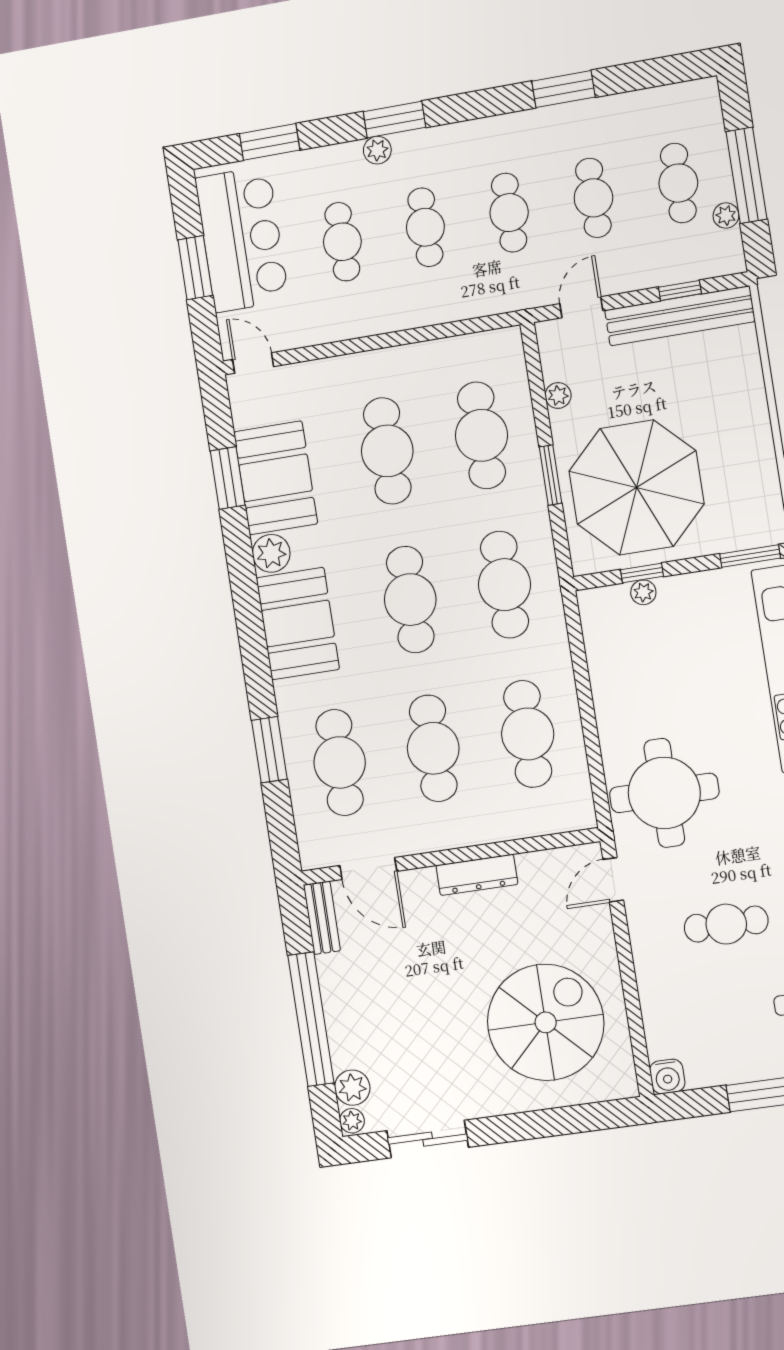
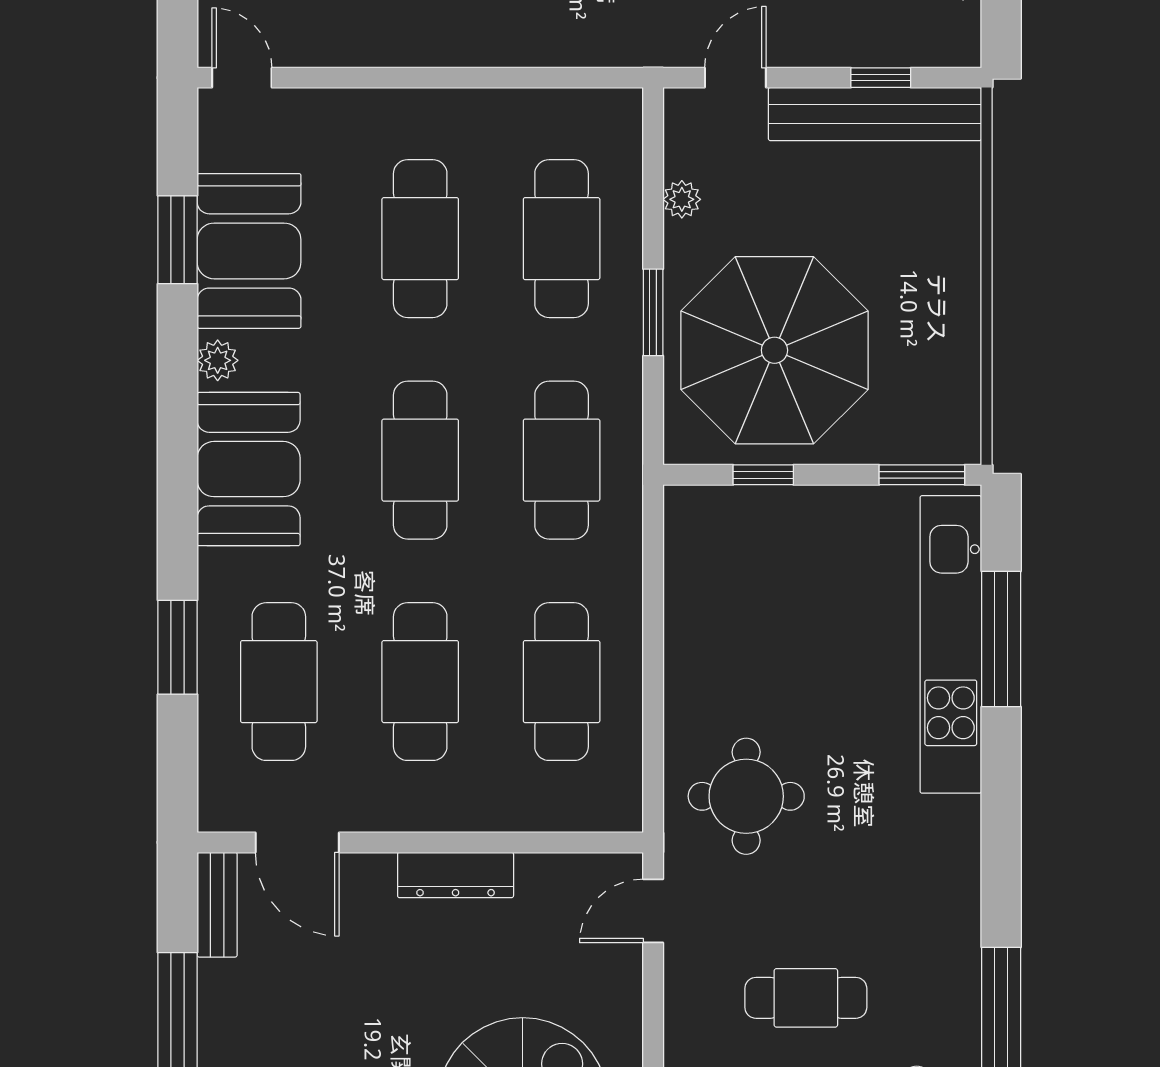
plant: (271, 553) -> (218, 360), width x0.73, depth x0.73
plant: (643, 592) -> (761, 503), removed
round table: (664, 793) -> (746, 796), width x0.73, depth x0.73

